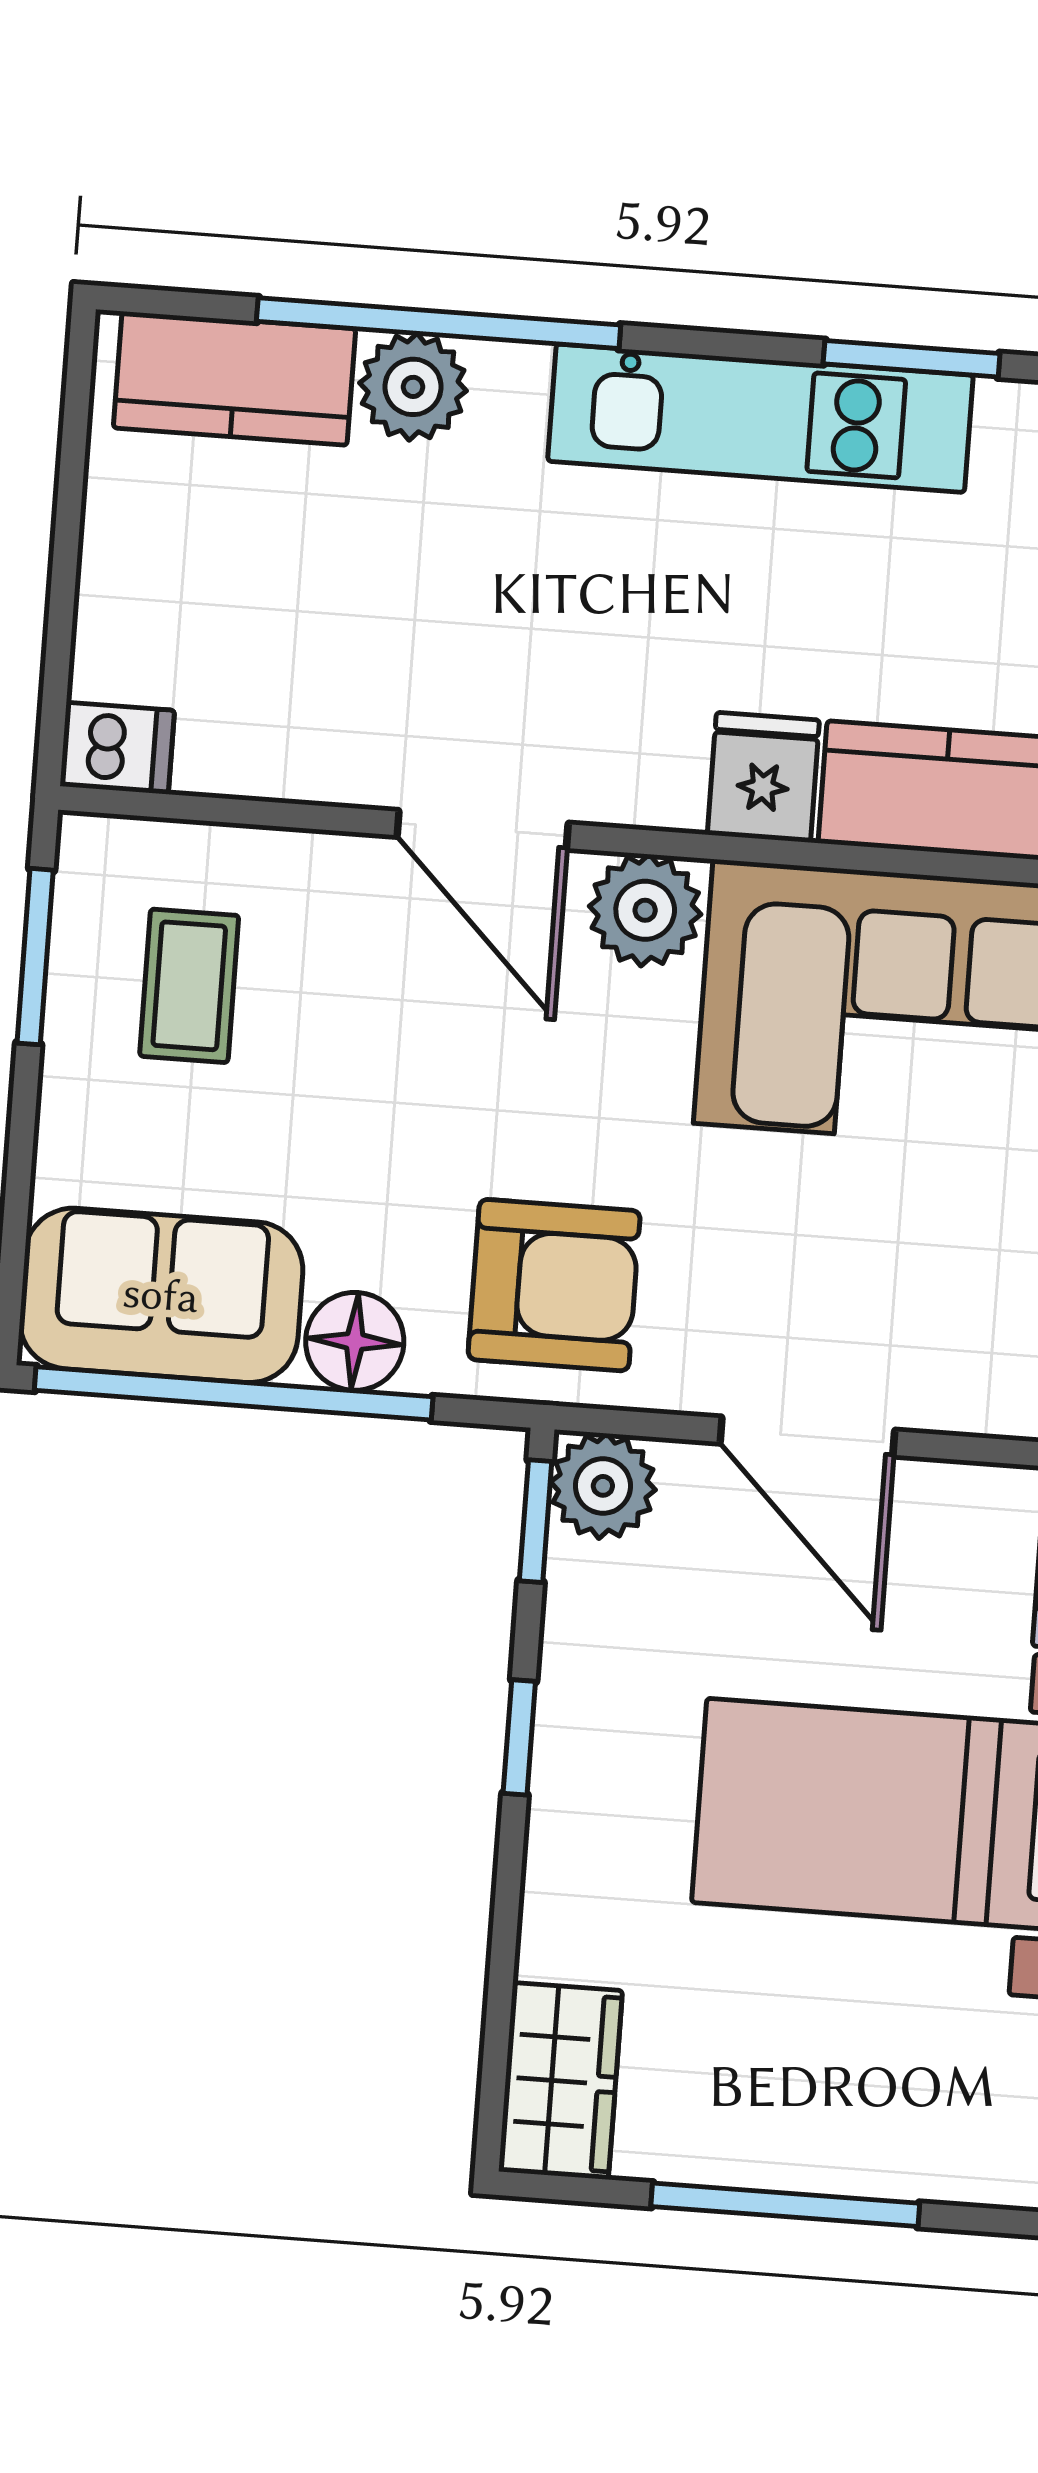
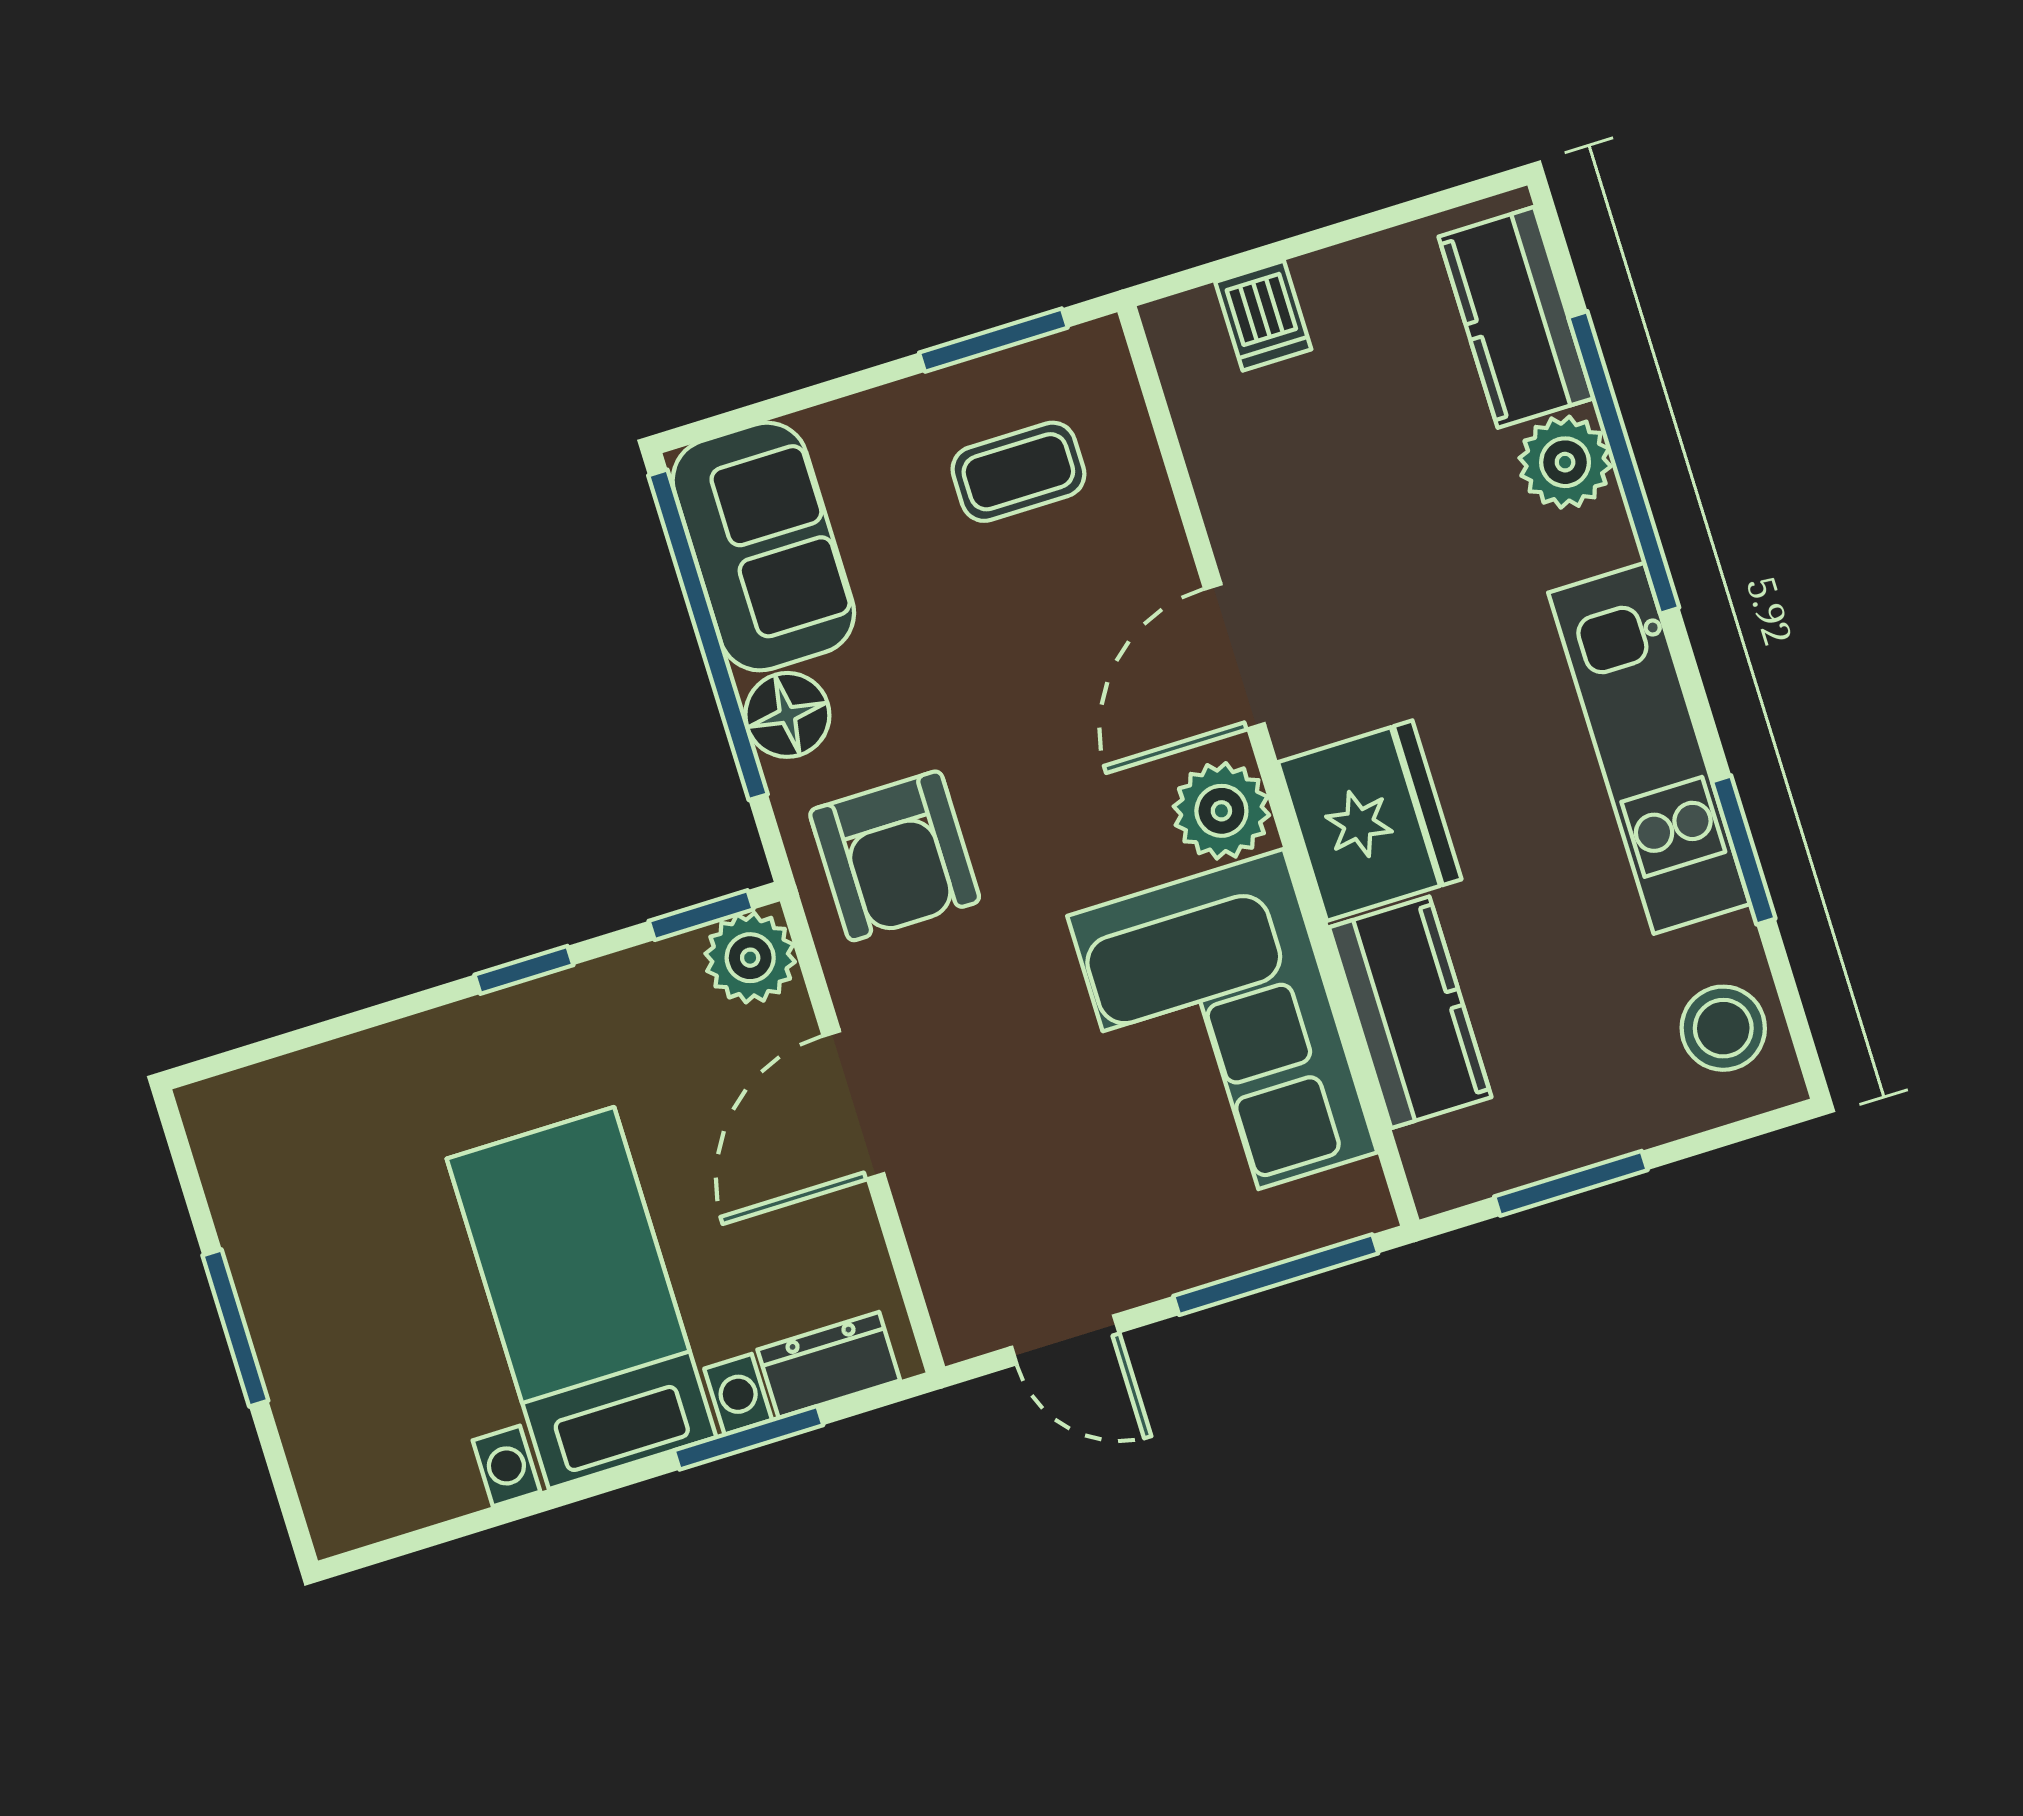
dishwasher: (117, 748) -> (1263, 316), moved
fridge: (763, 777) -> (1370, 821), width x1.88, depth x1.34
wardrobe: (560, 2081) -> (263, 1110), removed
window: (785, 2205) -> (235, 1328), width x0.69

